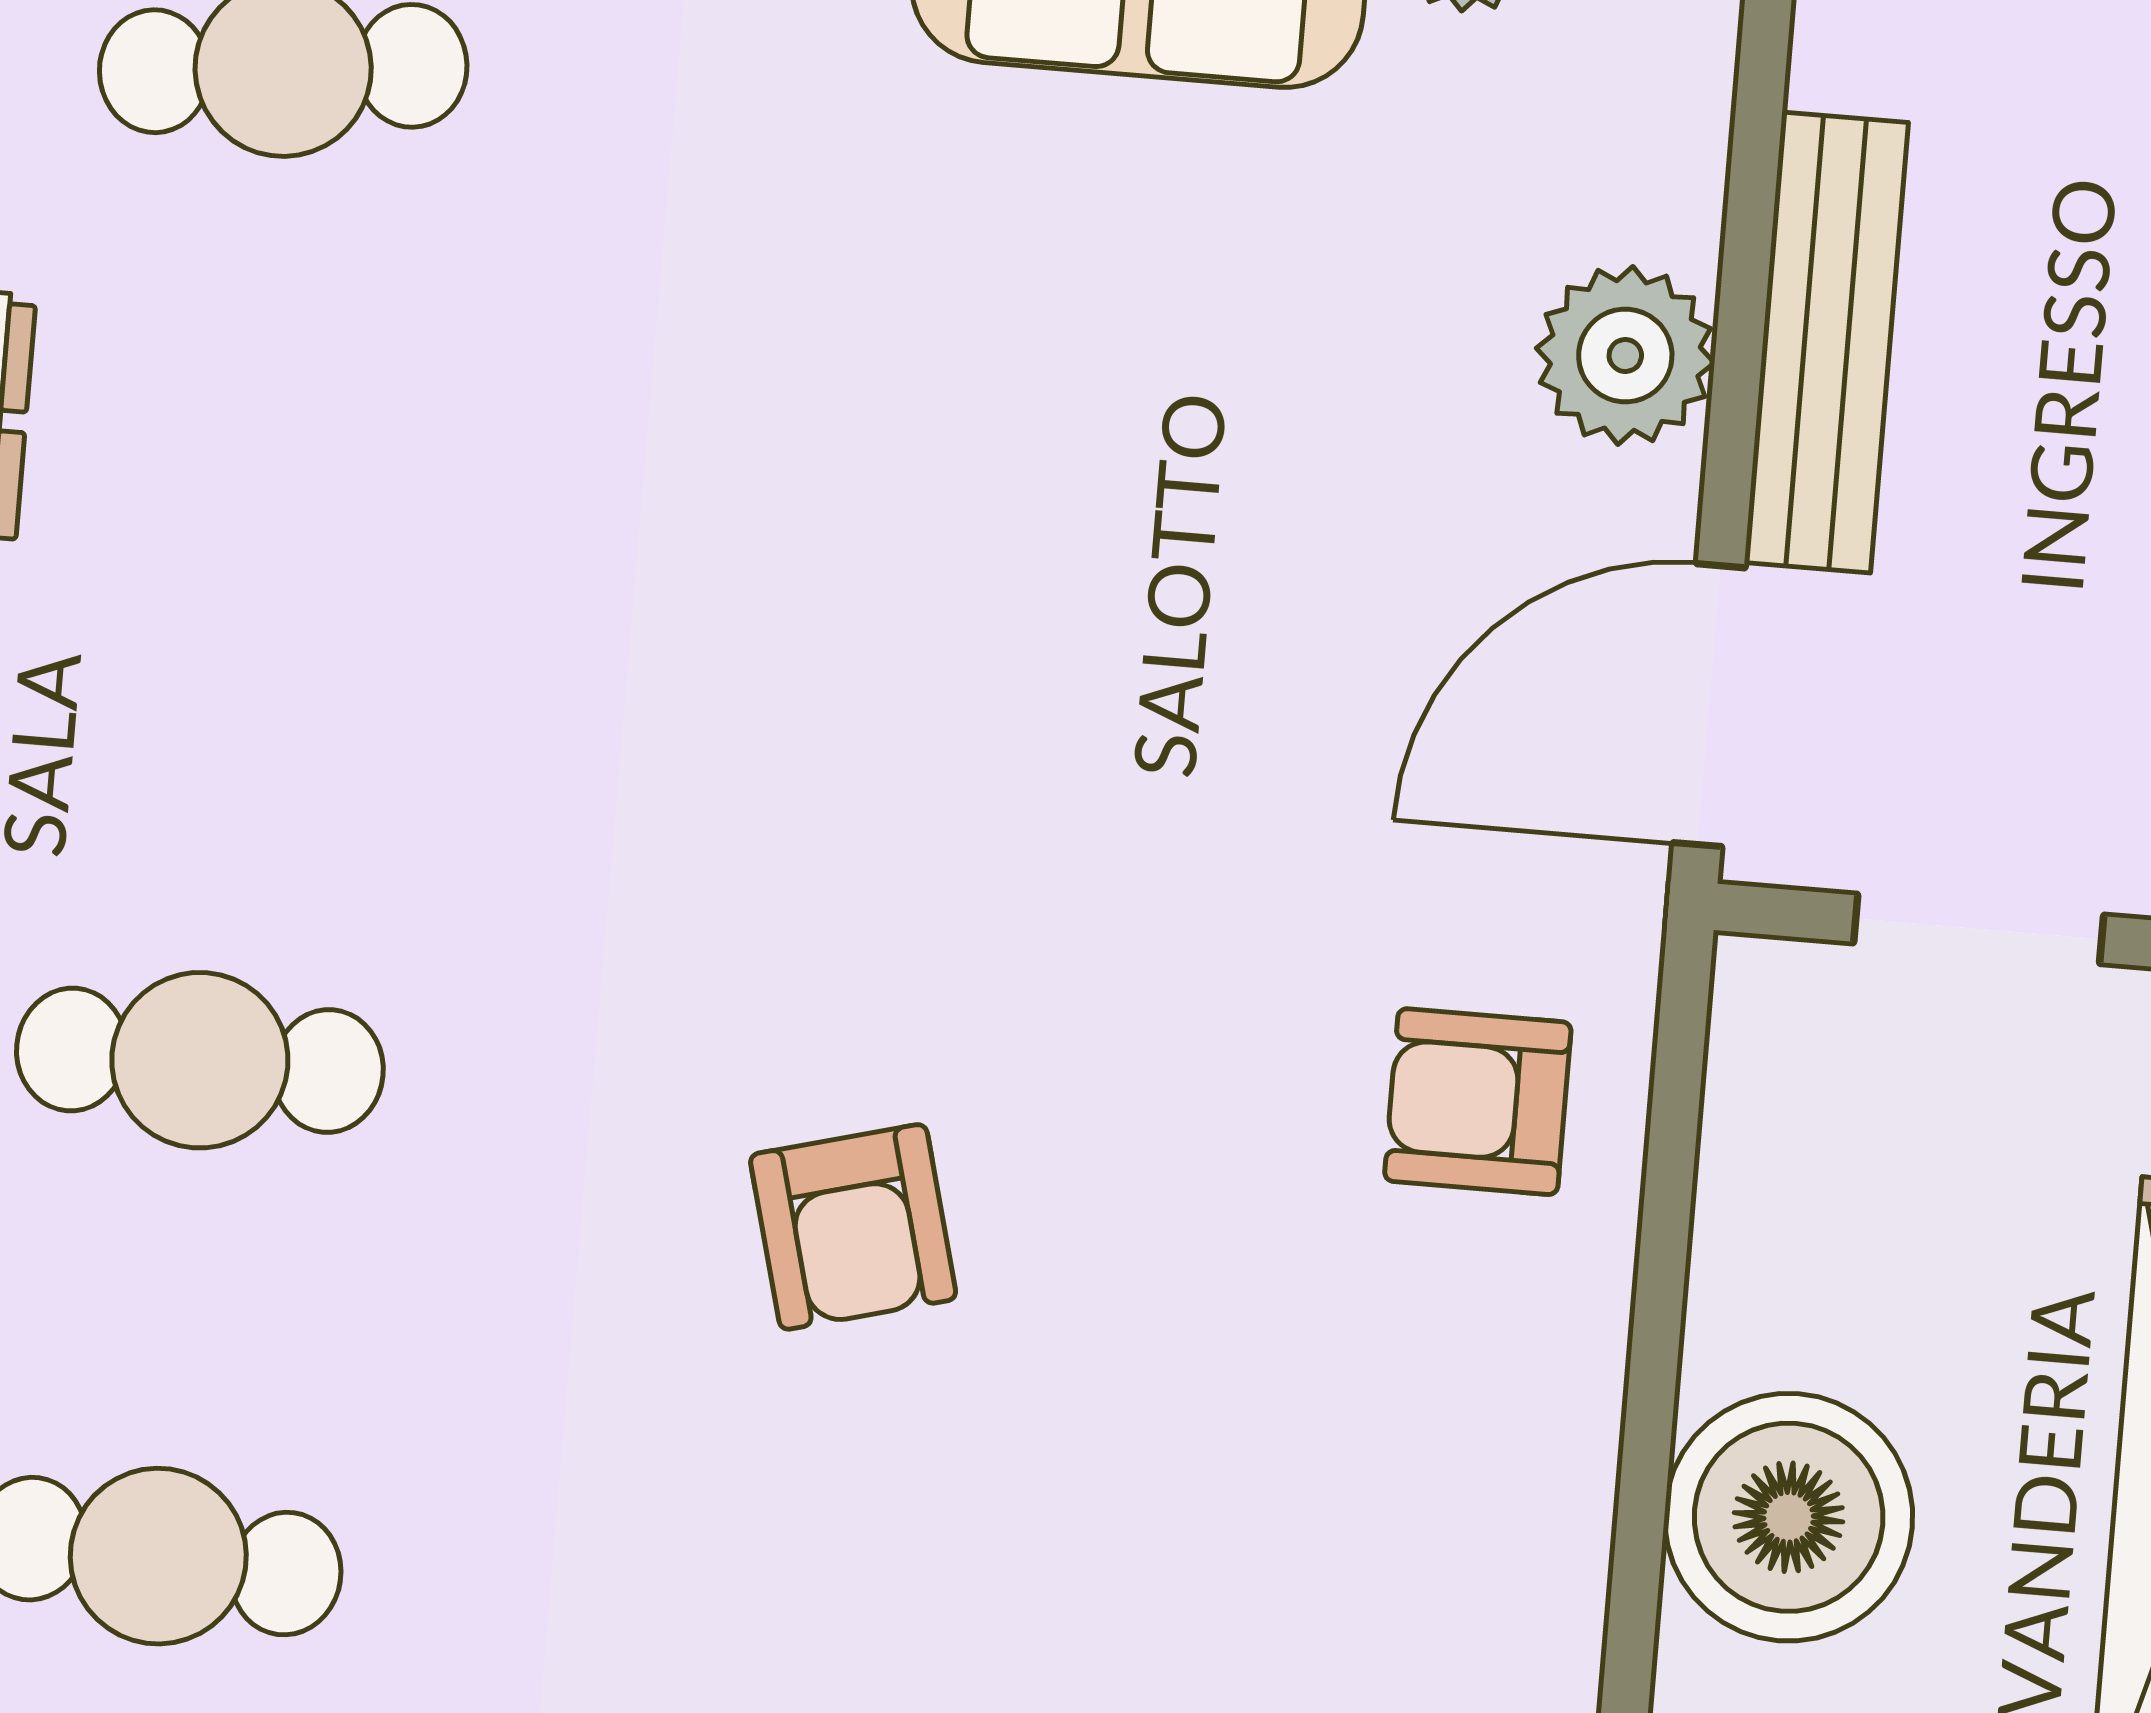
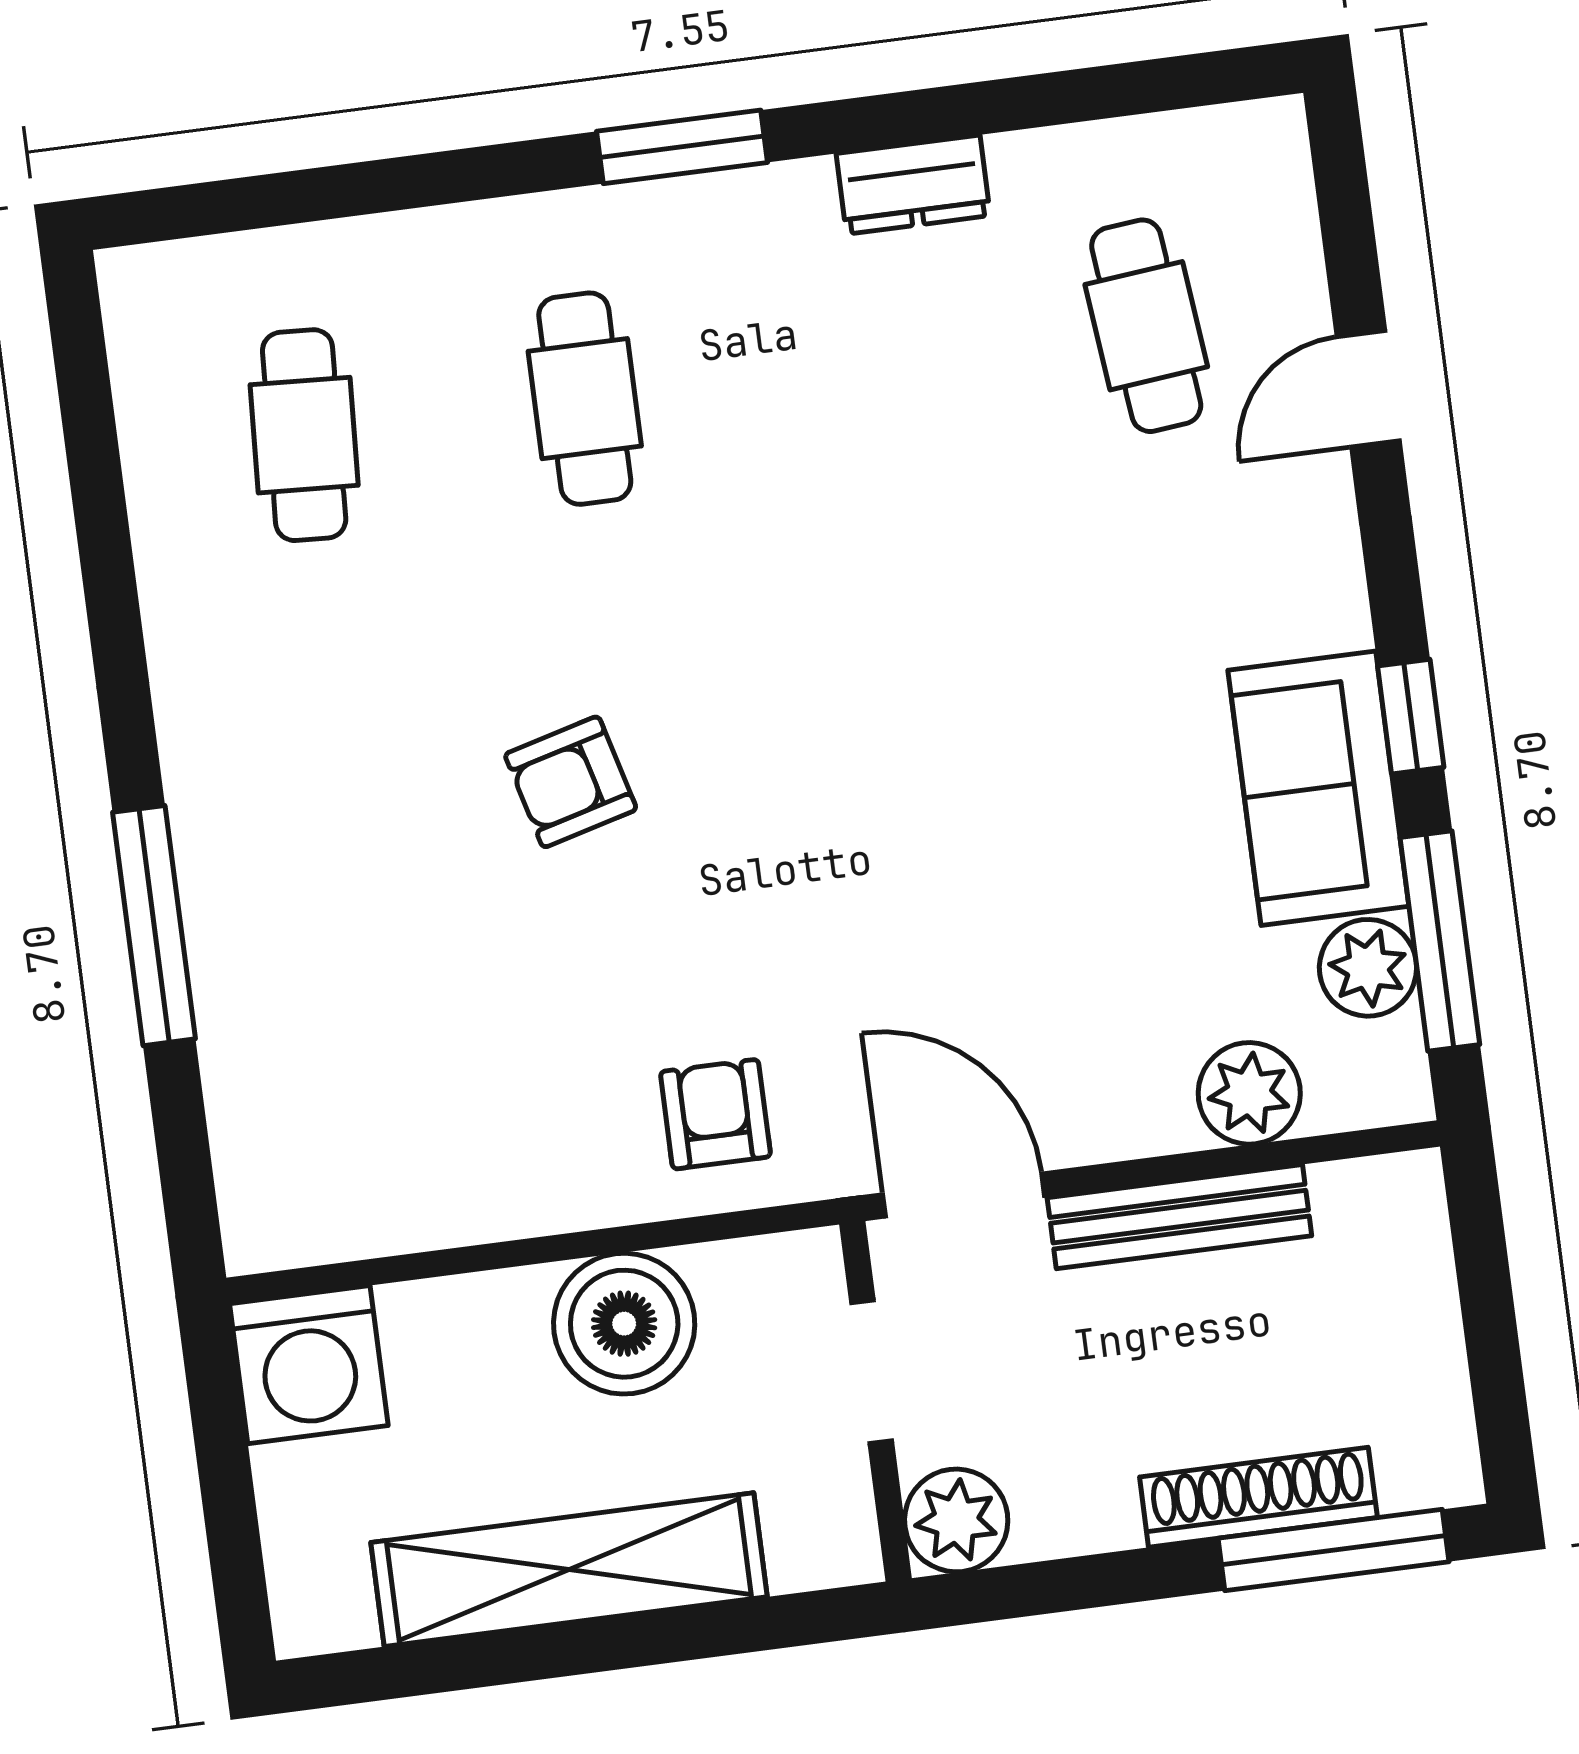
plant: (1625, 355) -> (1249, 1093), moved
boiler: (1789, 1517) -> (624, 1324), moved

